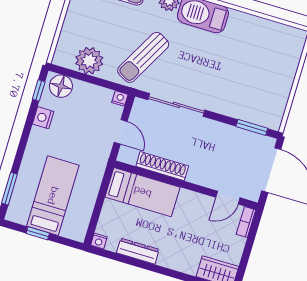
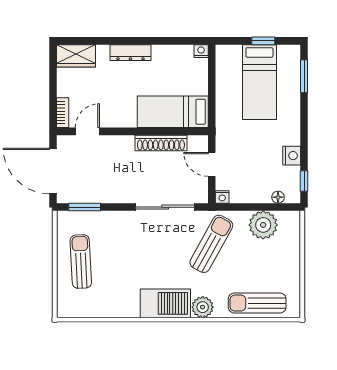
sun lounger: (271, 77) -> (81, 261), added
floor lamp: (61, 86) -> (278, 197), width x0.53, depth x0.53
dresser: (138, 251) -> (130, 53), moved

